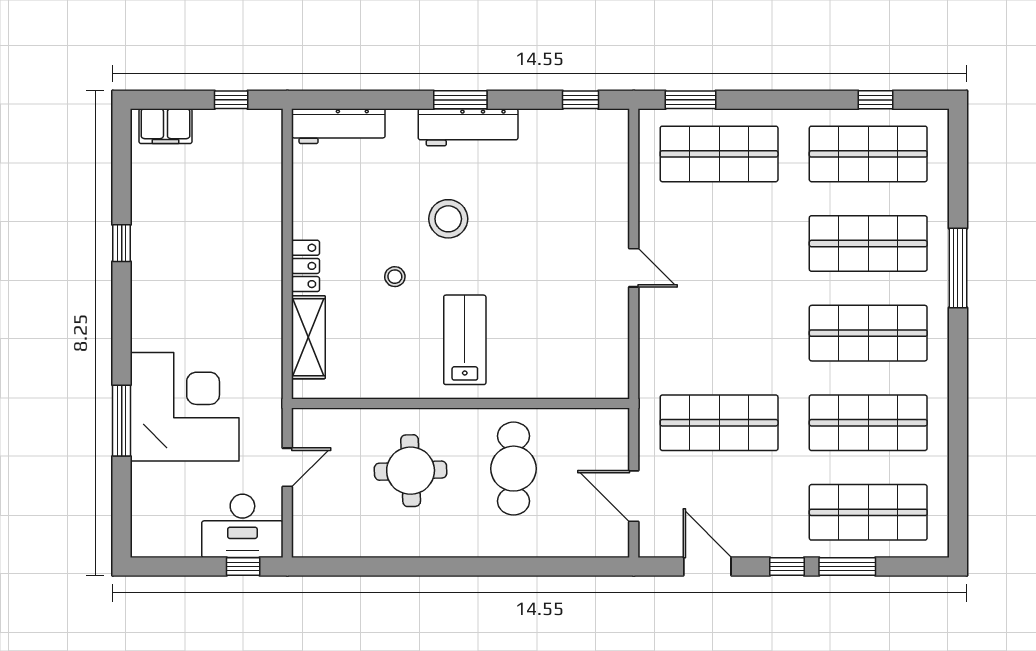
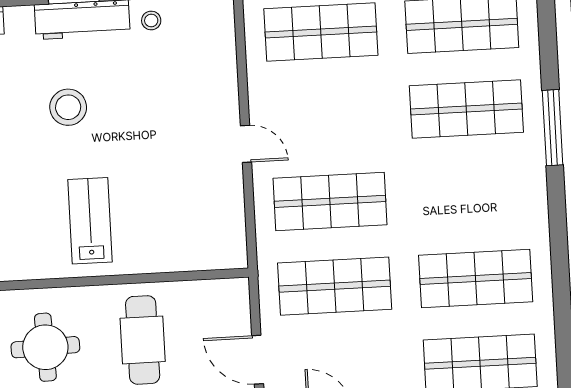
stool: (395, 277) -> (151, 20), moved
shop shelf: (868, 333) -> (330, 201), moved

